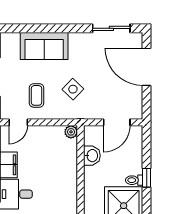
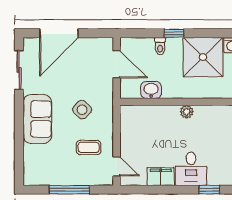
sofa: (44, 46) -> (37, 119), moved
plant: (71, 132) -> (187, 112), moved
toilet: (134, 180) -> (160, 46), moved

